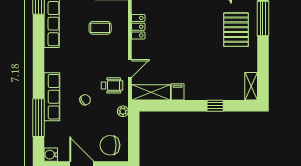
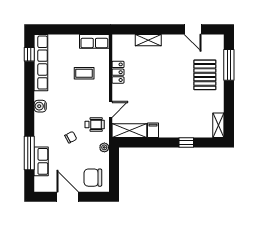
row of seats: (52, 97) -> (41, 161), moved, width x0.68
water cooler: (51, 155) -> (40, 106), moved

